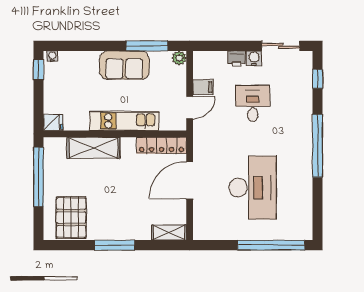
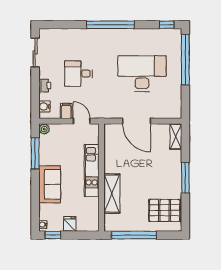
water cooler: (254, 58) -> (44, 106), moved
sofa: (124, 65) -> (50, 184), moved
window: (317, 79) -> (167, 25), moved
fridge: (53, 122) -> (70, 224), moved
locker: (162, 145) -> (110, 142), removed

